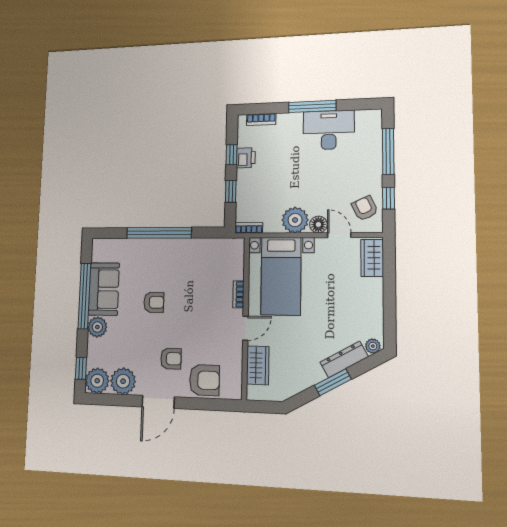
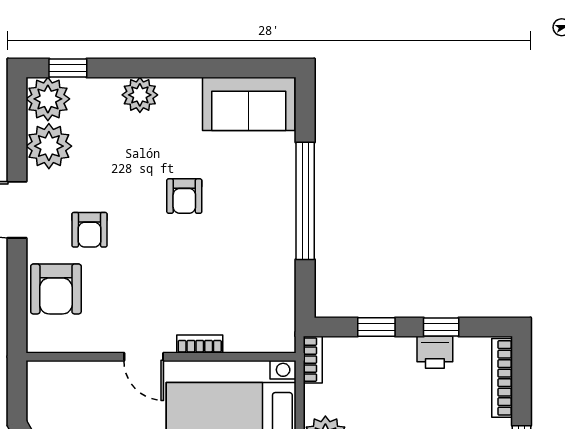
bookcase: (261, 119) -> (502, 378), width x1.56
sofa: (104, 289) -> (249, 104), moved
window: (84, 296) -> (193, 68), removed
wardrobe: (258, 365) -> (83, 379), removed

